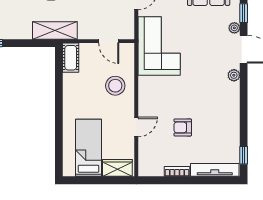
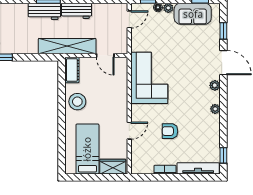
plant: (234, 28) -> (215, 109), moved
shelving: (55, 30) -> (67, 46), width x1.47
corner sofa: (159, 46) -> (149, 78), moved
stool: (115, 86) -> (77, 102), moved

